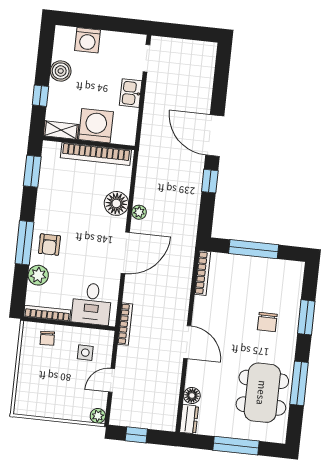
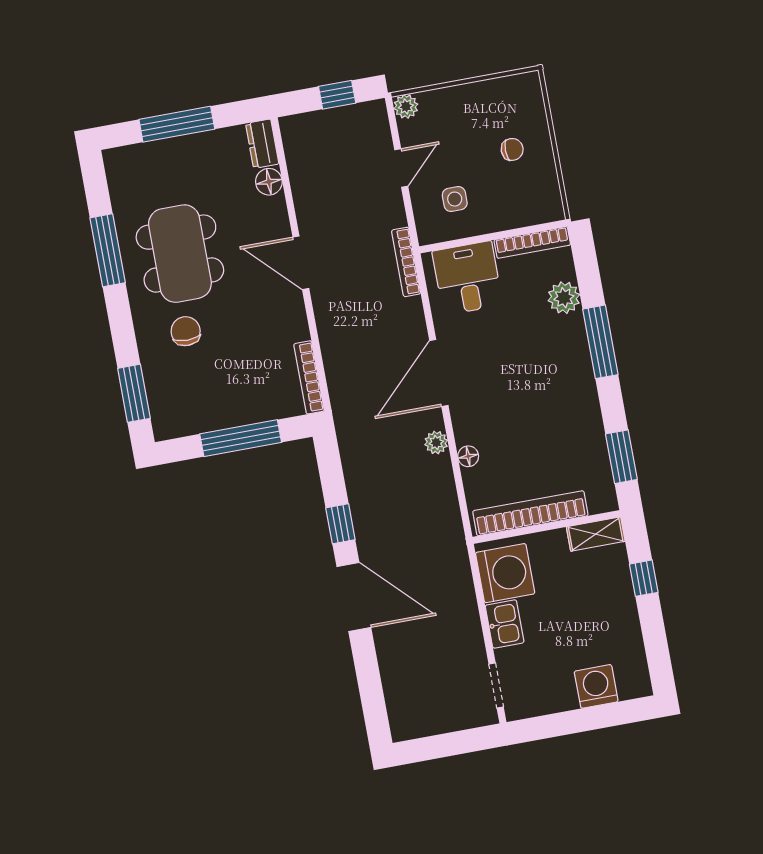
boiler: (61, 71) -> (624, 626), removed
washing machine: (96, 126) -> (505, 573), moved, turned -90
floor lamp: (116, 203) -> (468, 456), width x0.53, depth x0.53
armchair: (49, 245) -> (561, 351), removed
window: (306, 317) -> (134, 393), moved
chair: (47, 338) -> (512, 149), moved, turned 93
dining table: (262, 393) -> (180, 254), moved

